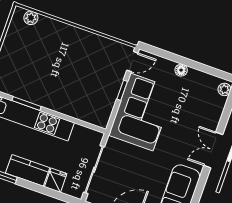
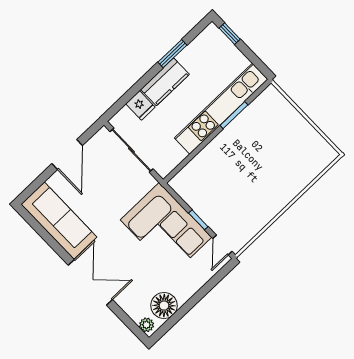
plant: (31, 18) -> (319, 164), removed
floor lamp: (181, 70) -> (164, 306), moved, width x1.89, depth x1.89
double door: (213, 150) -> (90, 282), width x1.37

